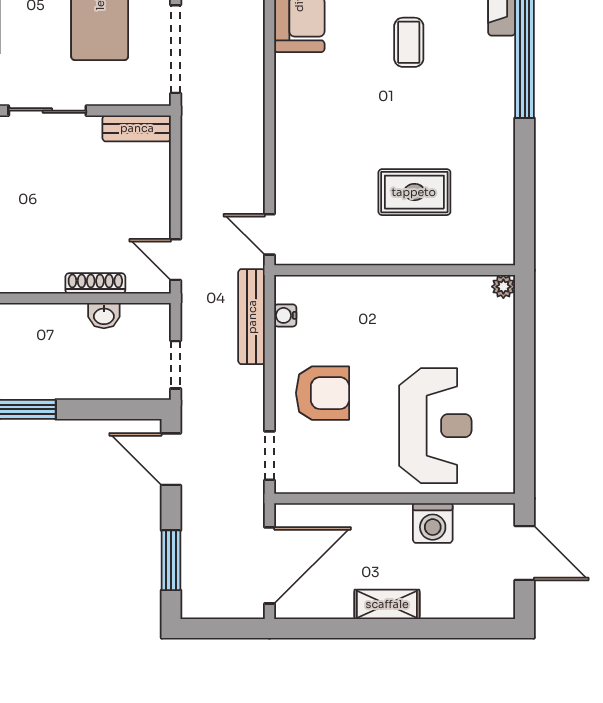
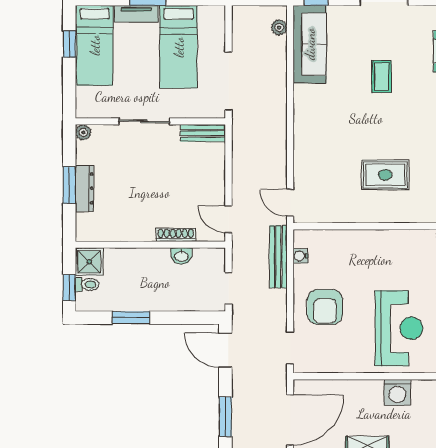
armchair: (322, 393) -> (325, 307), turned 90

